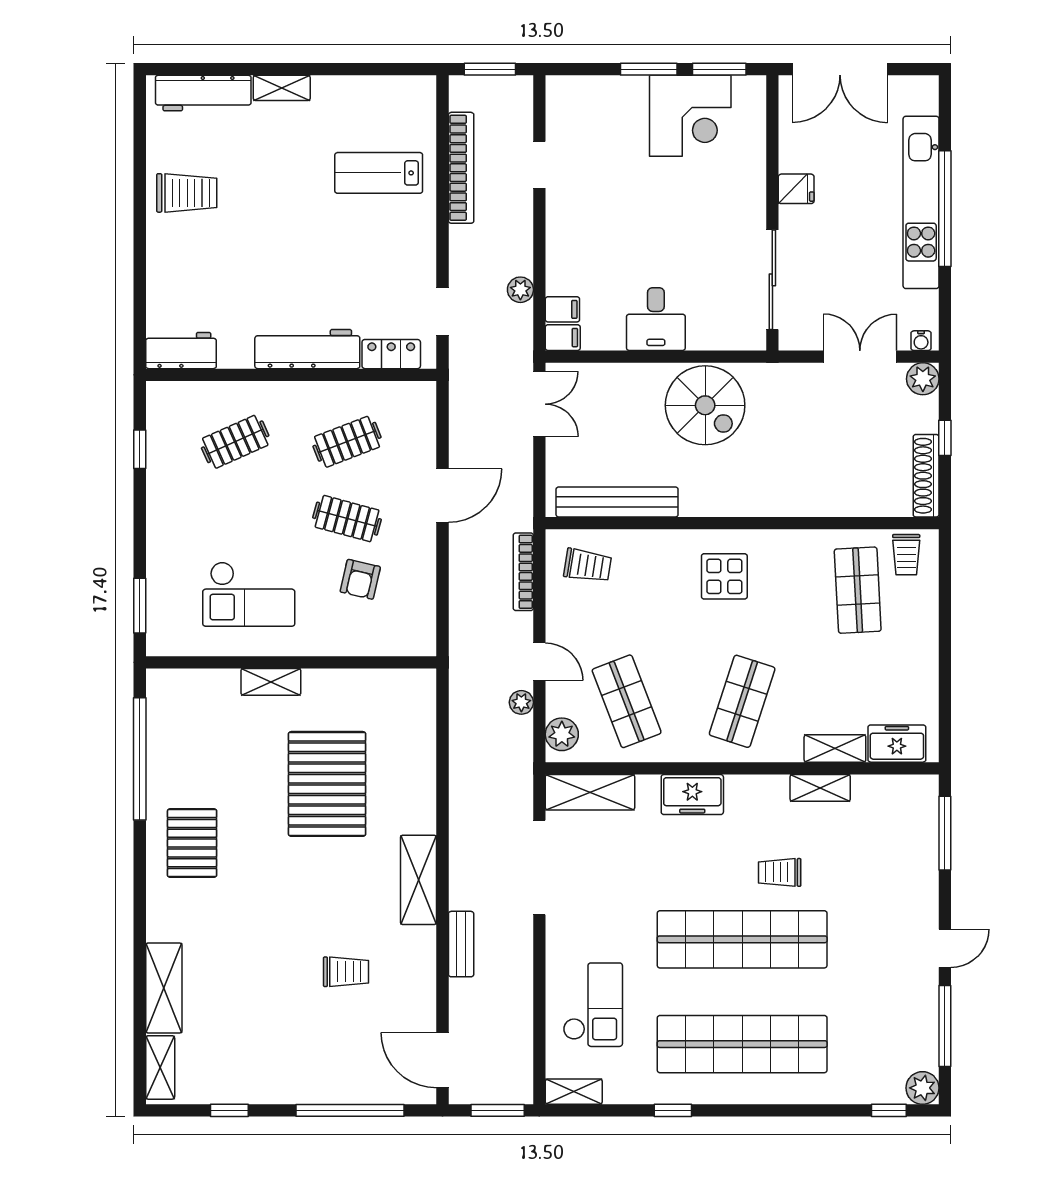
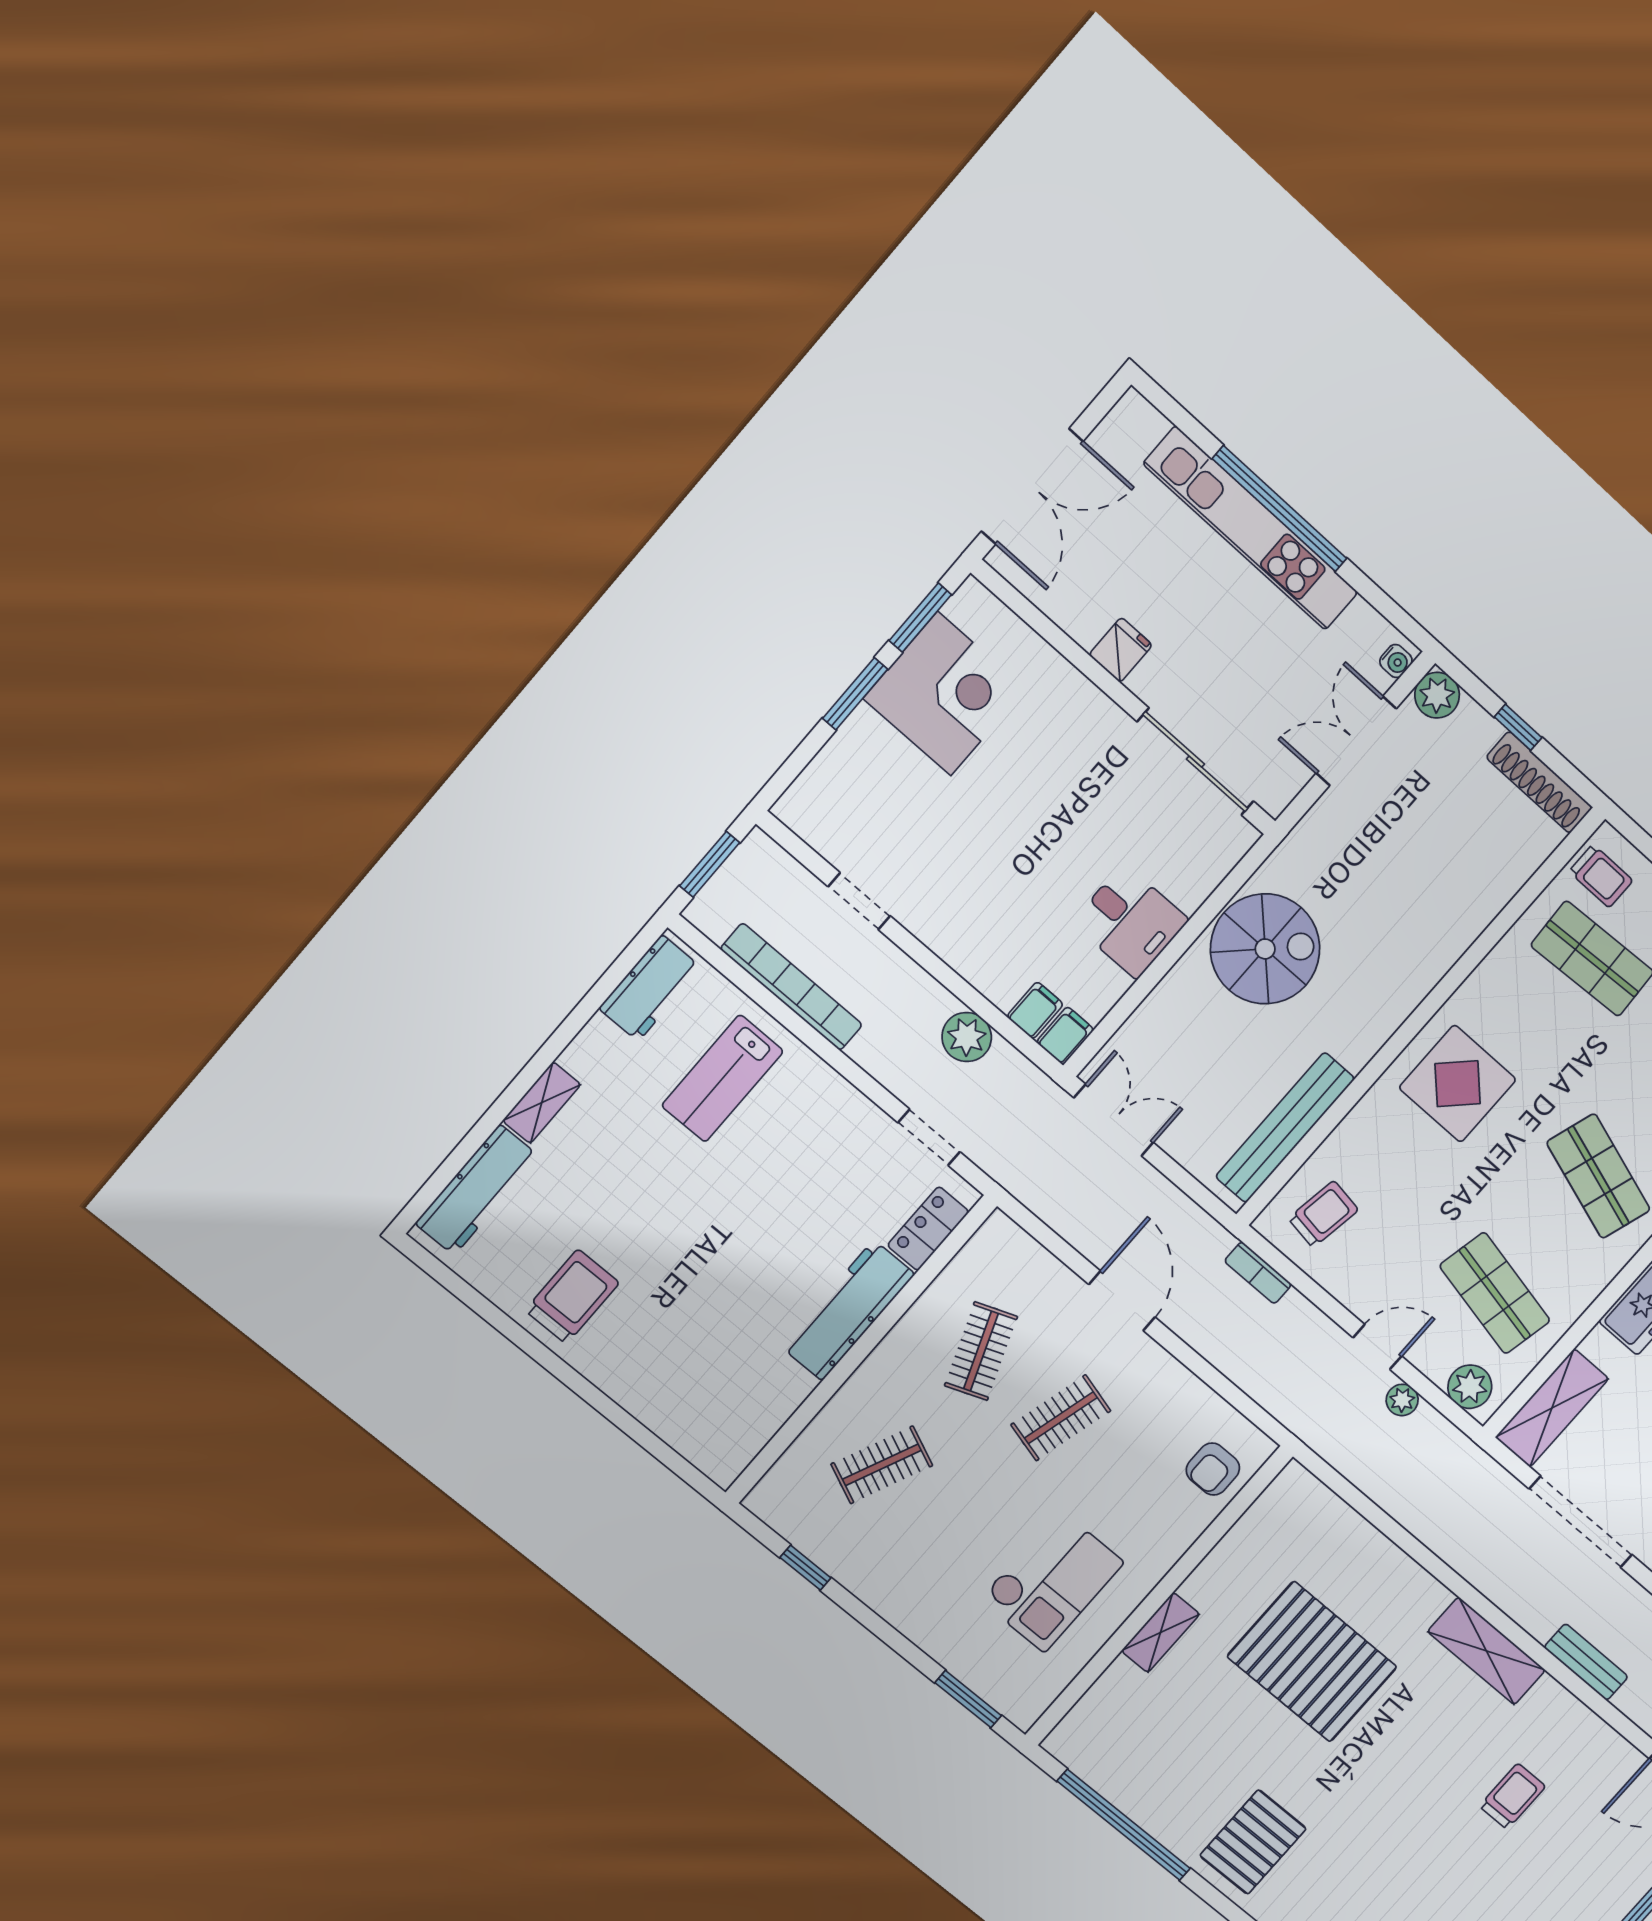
plant: (520, 290) -> (967, 1037), width x1.38, depth x1.38
workbench: (181, 351) -> (650, 988), moved, turned 180
clothes rail: (235, 442) -> (882, 1465), turned 48
bookcase: (523, 572) -> (1258, 1273), width x0.64
display table: (724, 576) -> (1458, 1084), width x1.36, depth x1.36
armchair: (360, 579) -> (1213, 1469), moved, turned 77
shop shelf: (627, 701) -> (1495, 1293), turned 33
pallet: (192, 843) -> (1253, 1842), turned 90

